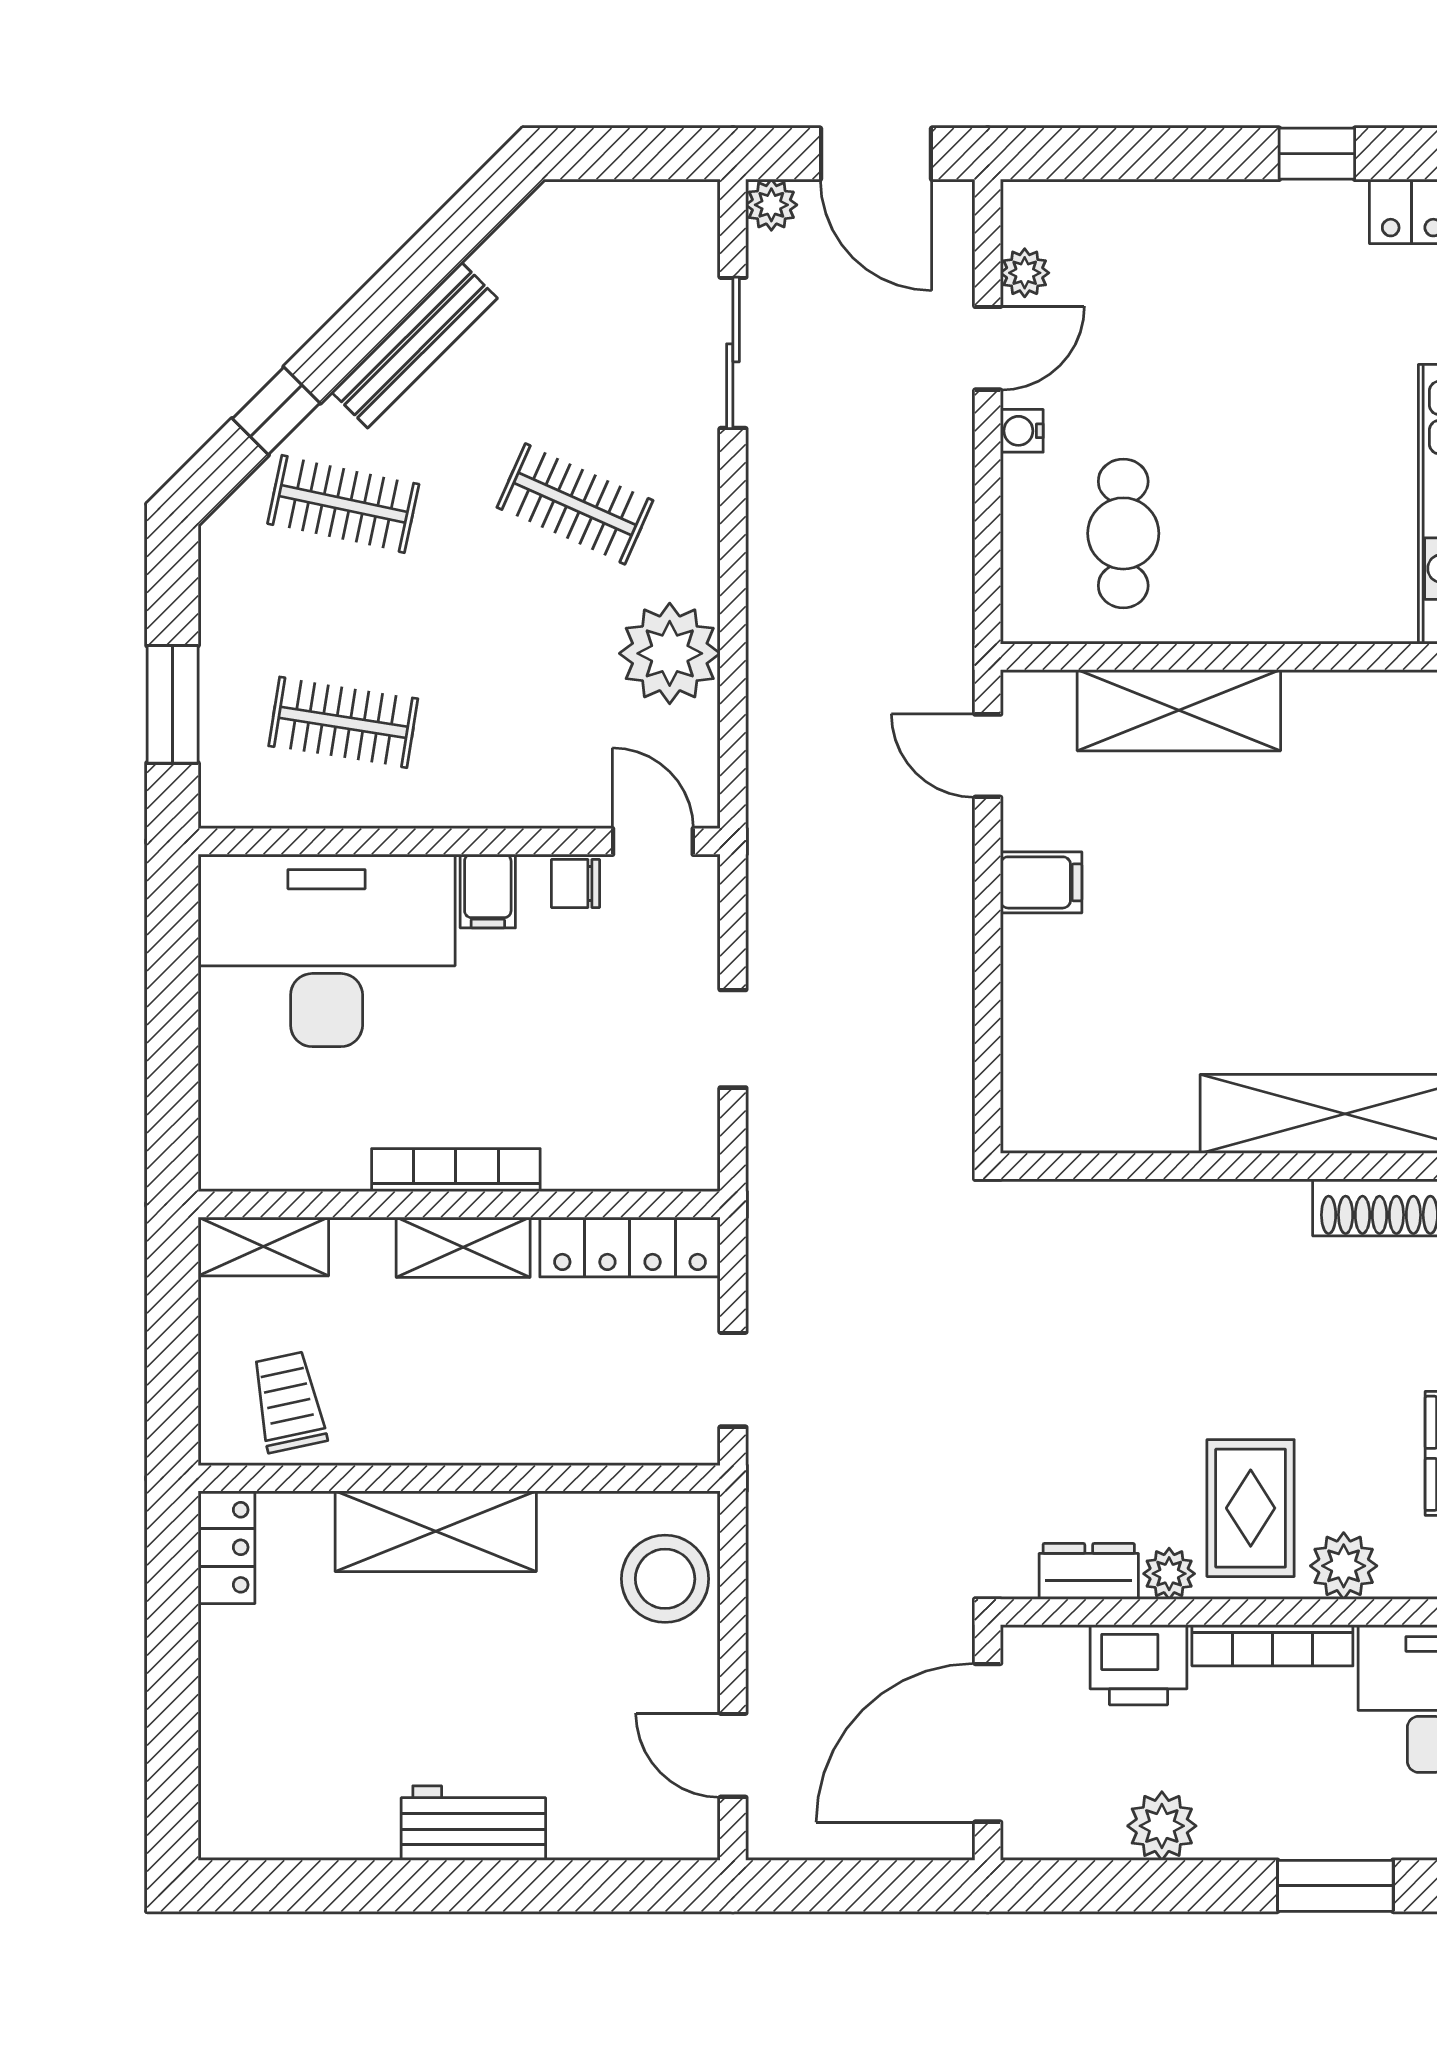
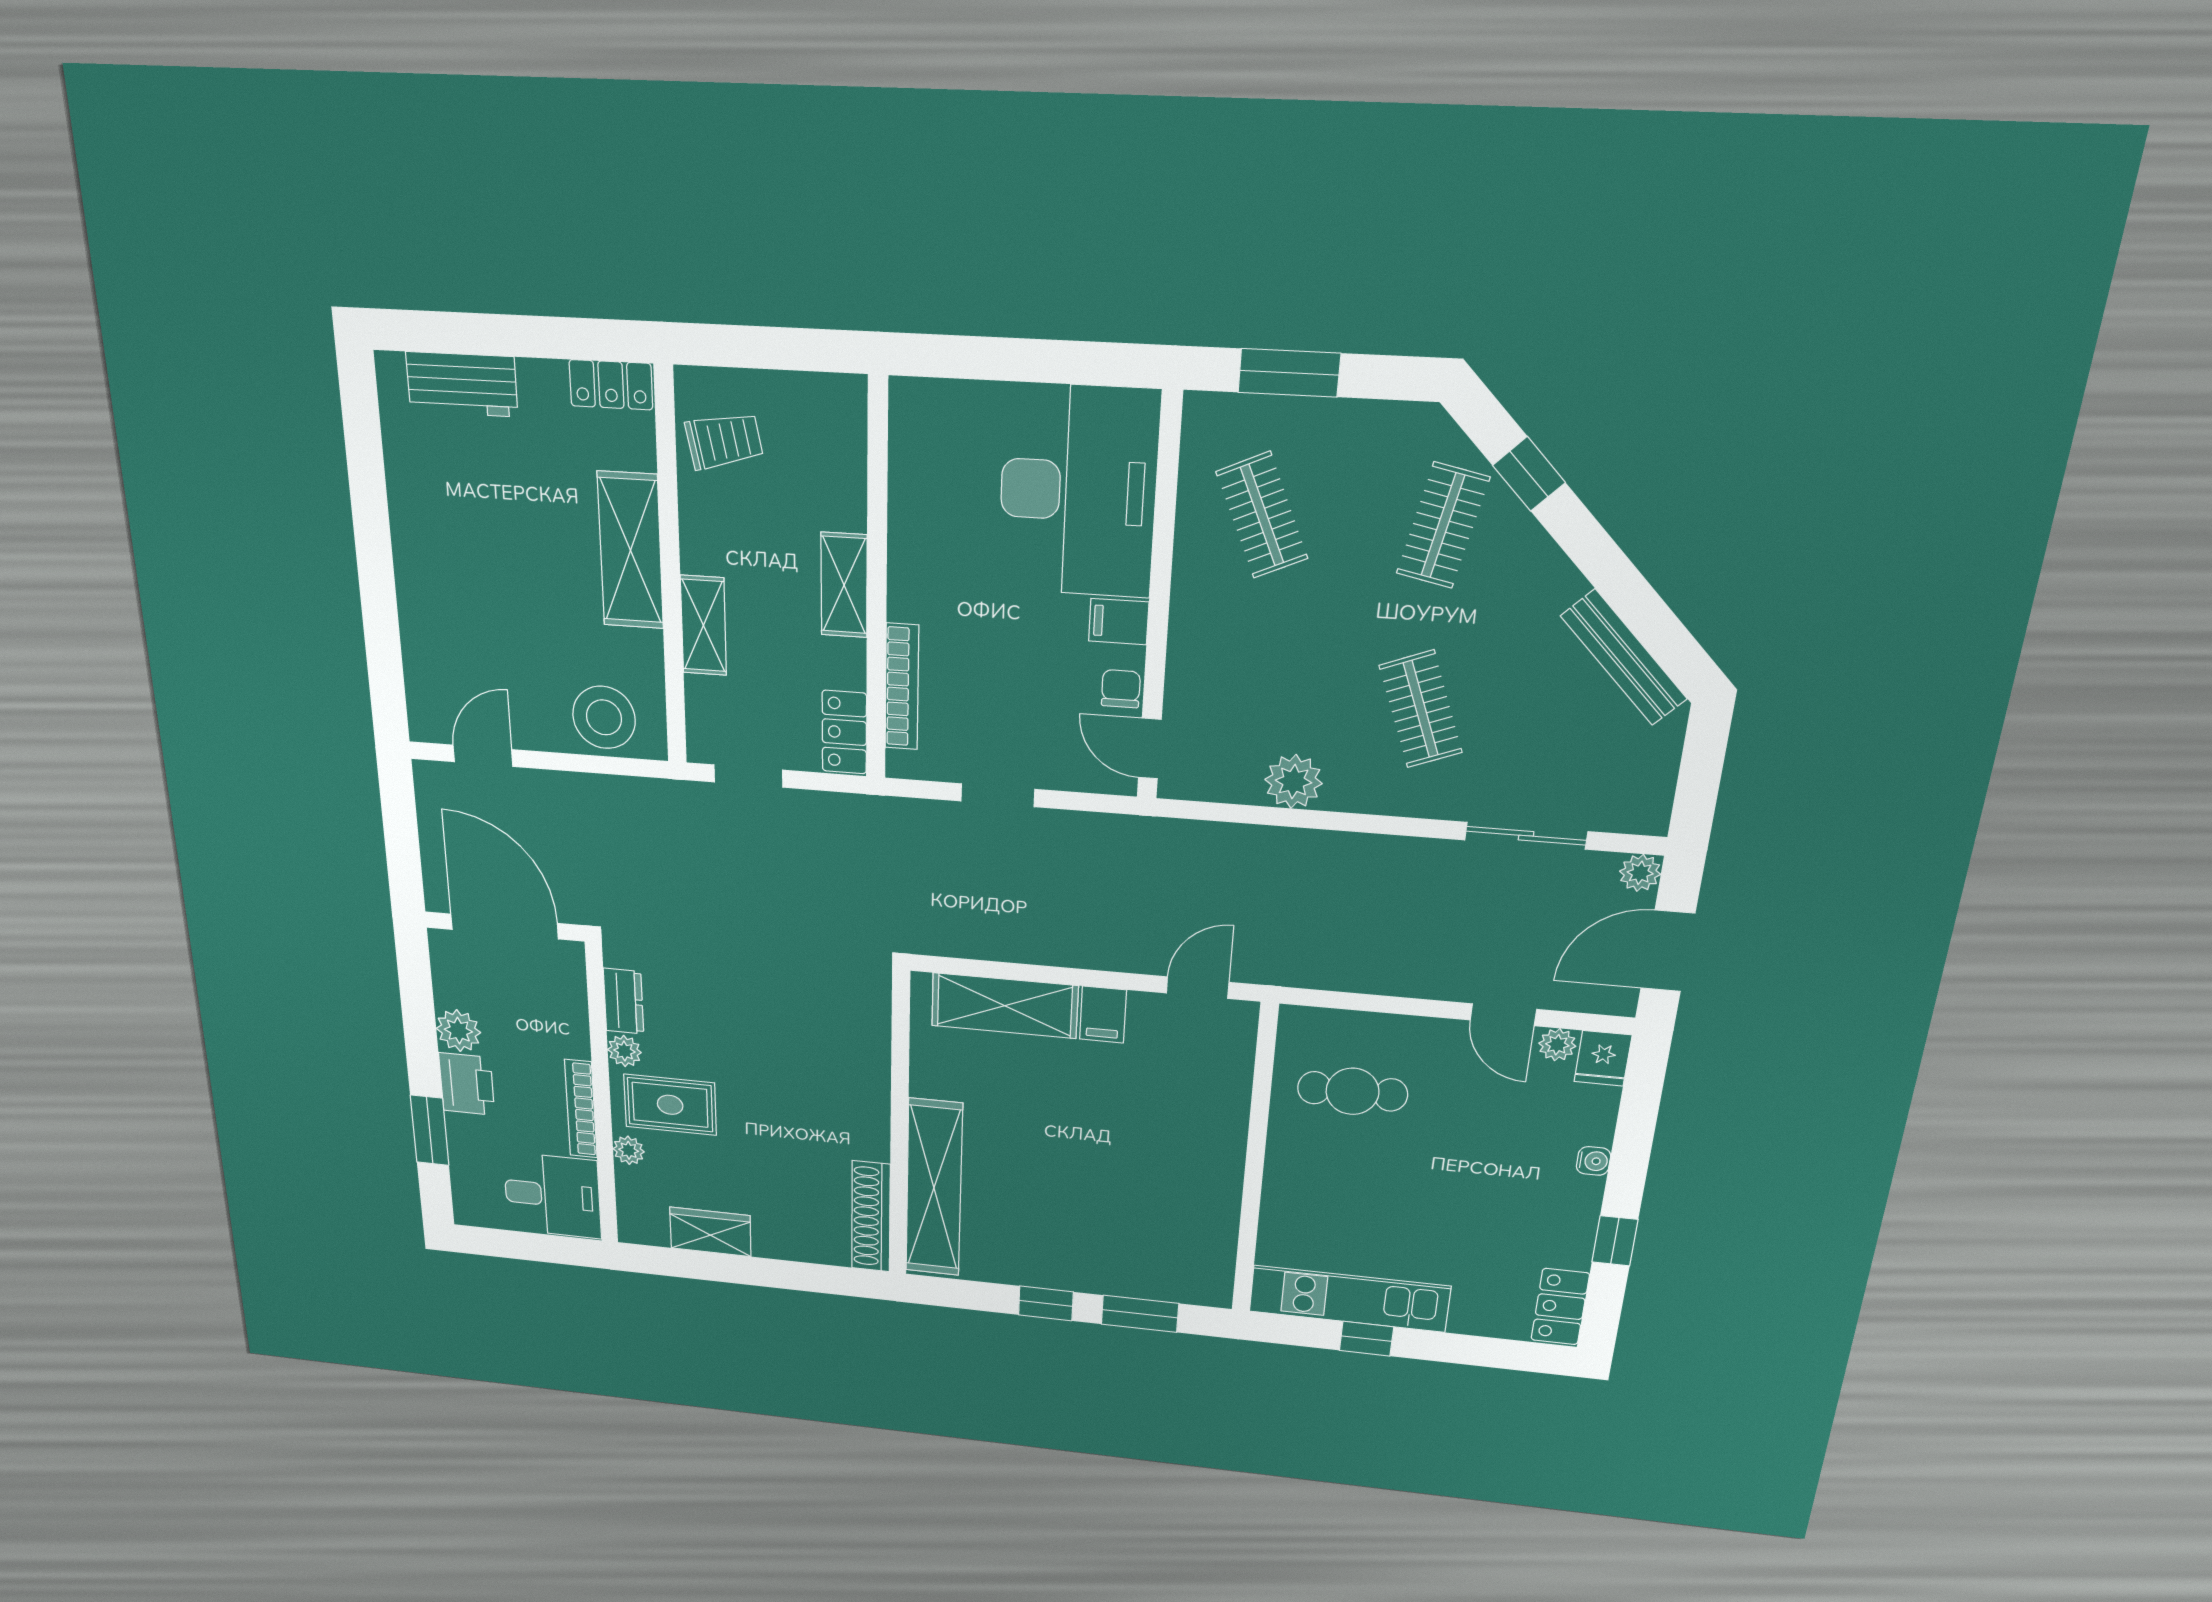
fridge: (1039, 211) -> (1603, 1058), added
bench: (414, 345) -> (1624, 657), moved
water cooler: (1022, 431) -> (1594, 1161), moved, turned 90
clothes rail: (575, 504) -> (1421, 709), turned -45
plant: (670, 653) -> (1294, 781), width x0.73, depth x0.73
shelving: (1179, 710) -> (1005, 1006), moved, turned 90
clothes rail: (343, 722) -> (1262, 515), turned -33
door: (653, 841) -> (1150, 749), swing flipped
bookcase: (456, 1170) -> (902, 687), moved
shelving: (263, 1247) -> (703, 625), moved
locker: (630, 1247) -> (844, 732), width x0.66
plant: (1344, 1566) -> (629, 1150), width x0.73, depth x0.73
printer: (1138, 1665) -> (467, 1084), moved, turned 180
workbench: (473, 1823) -> (462, 384), moved, turned 90

